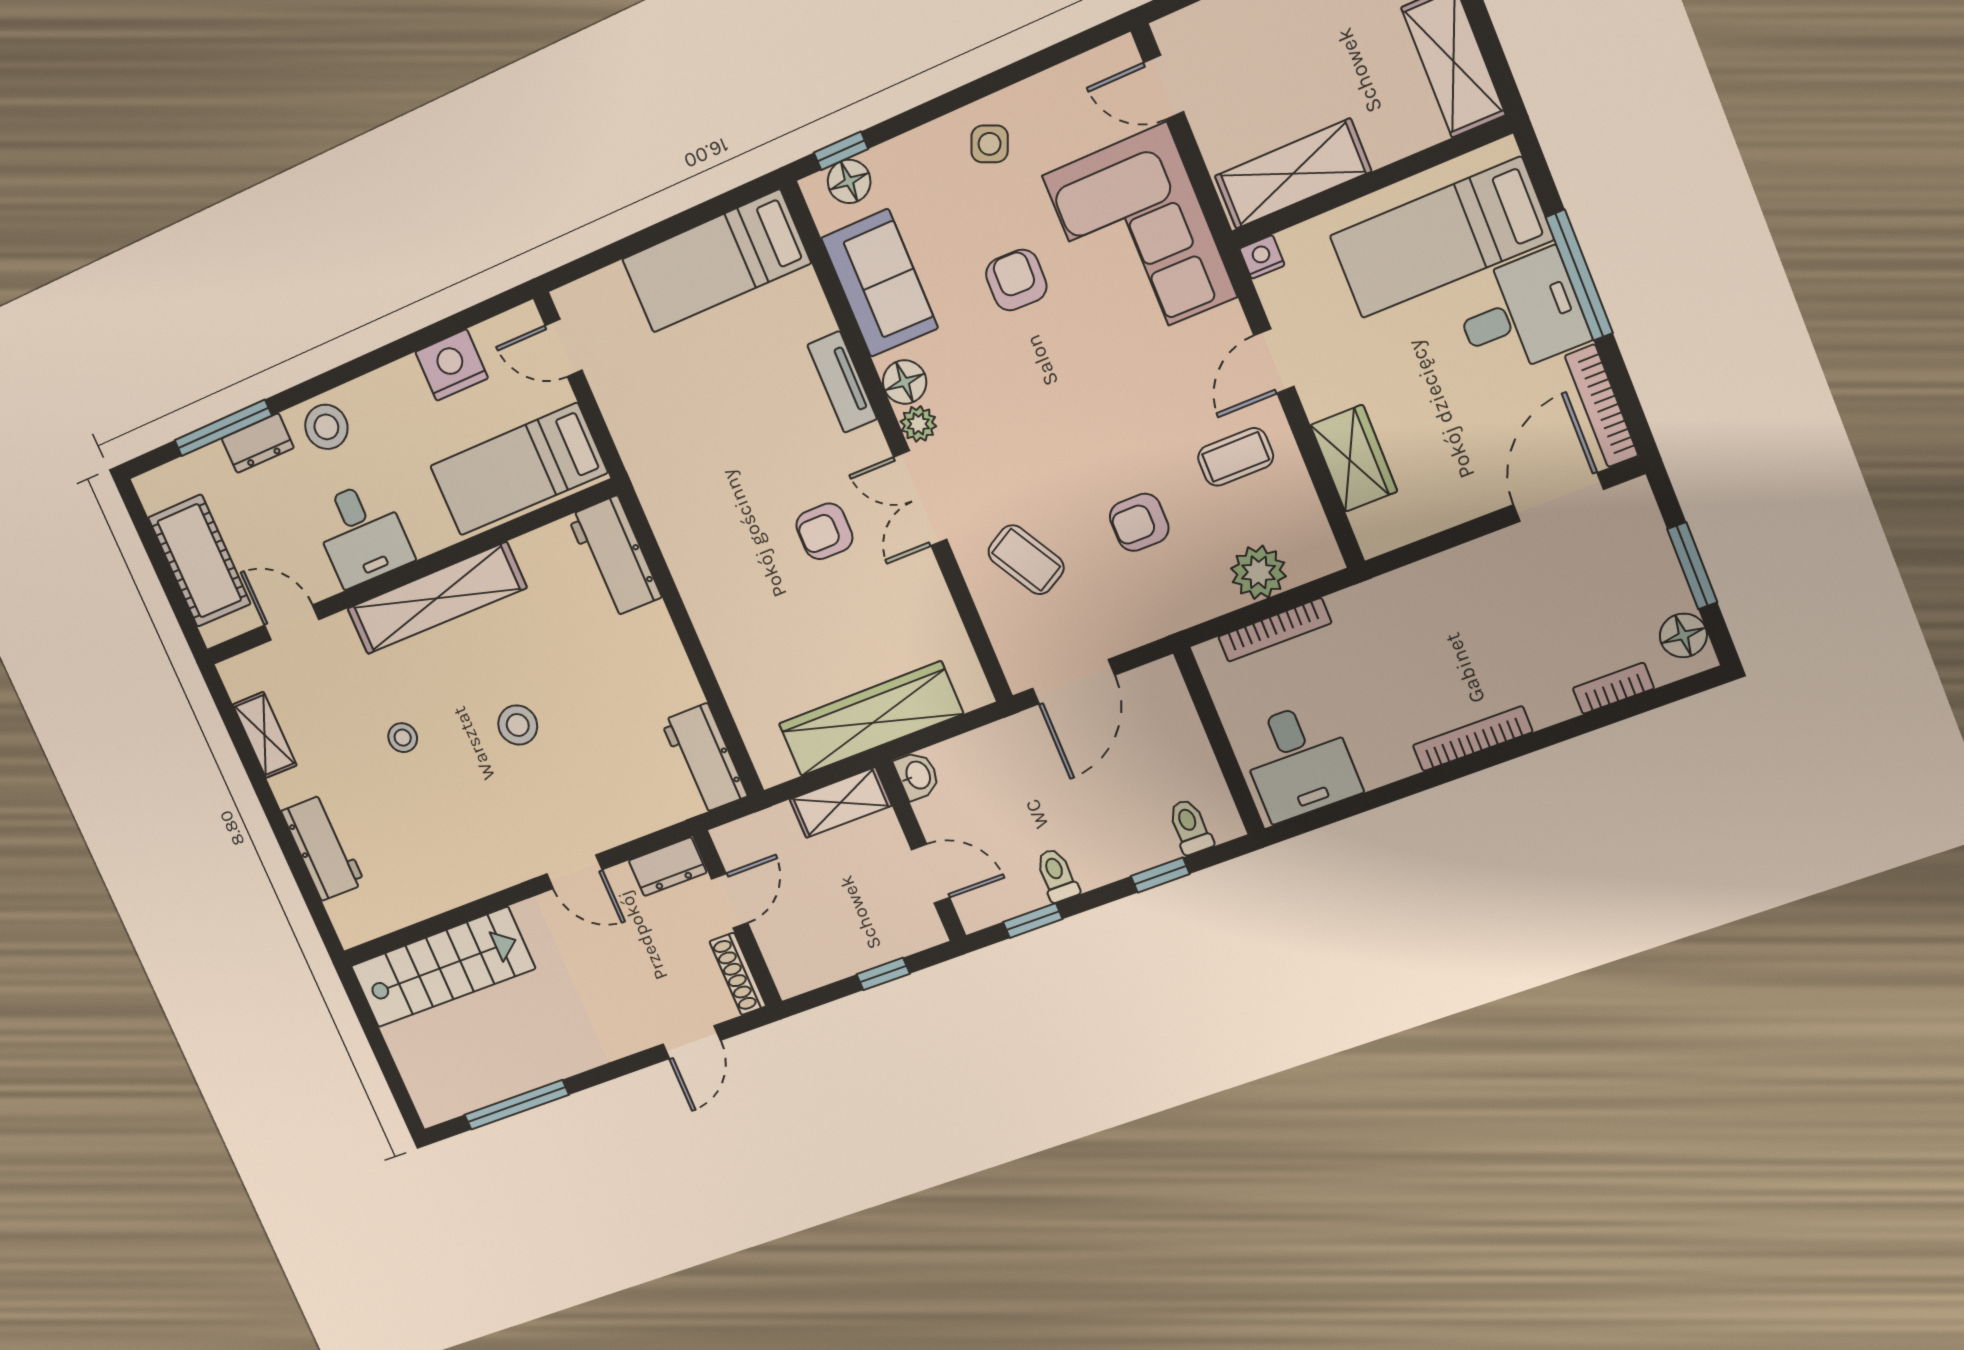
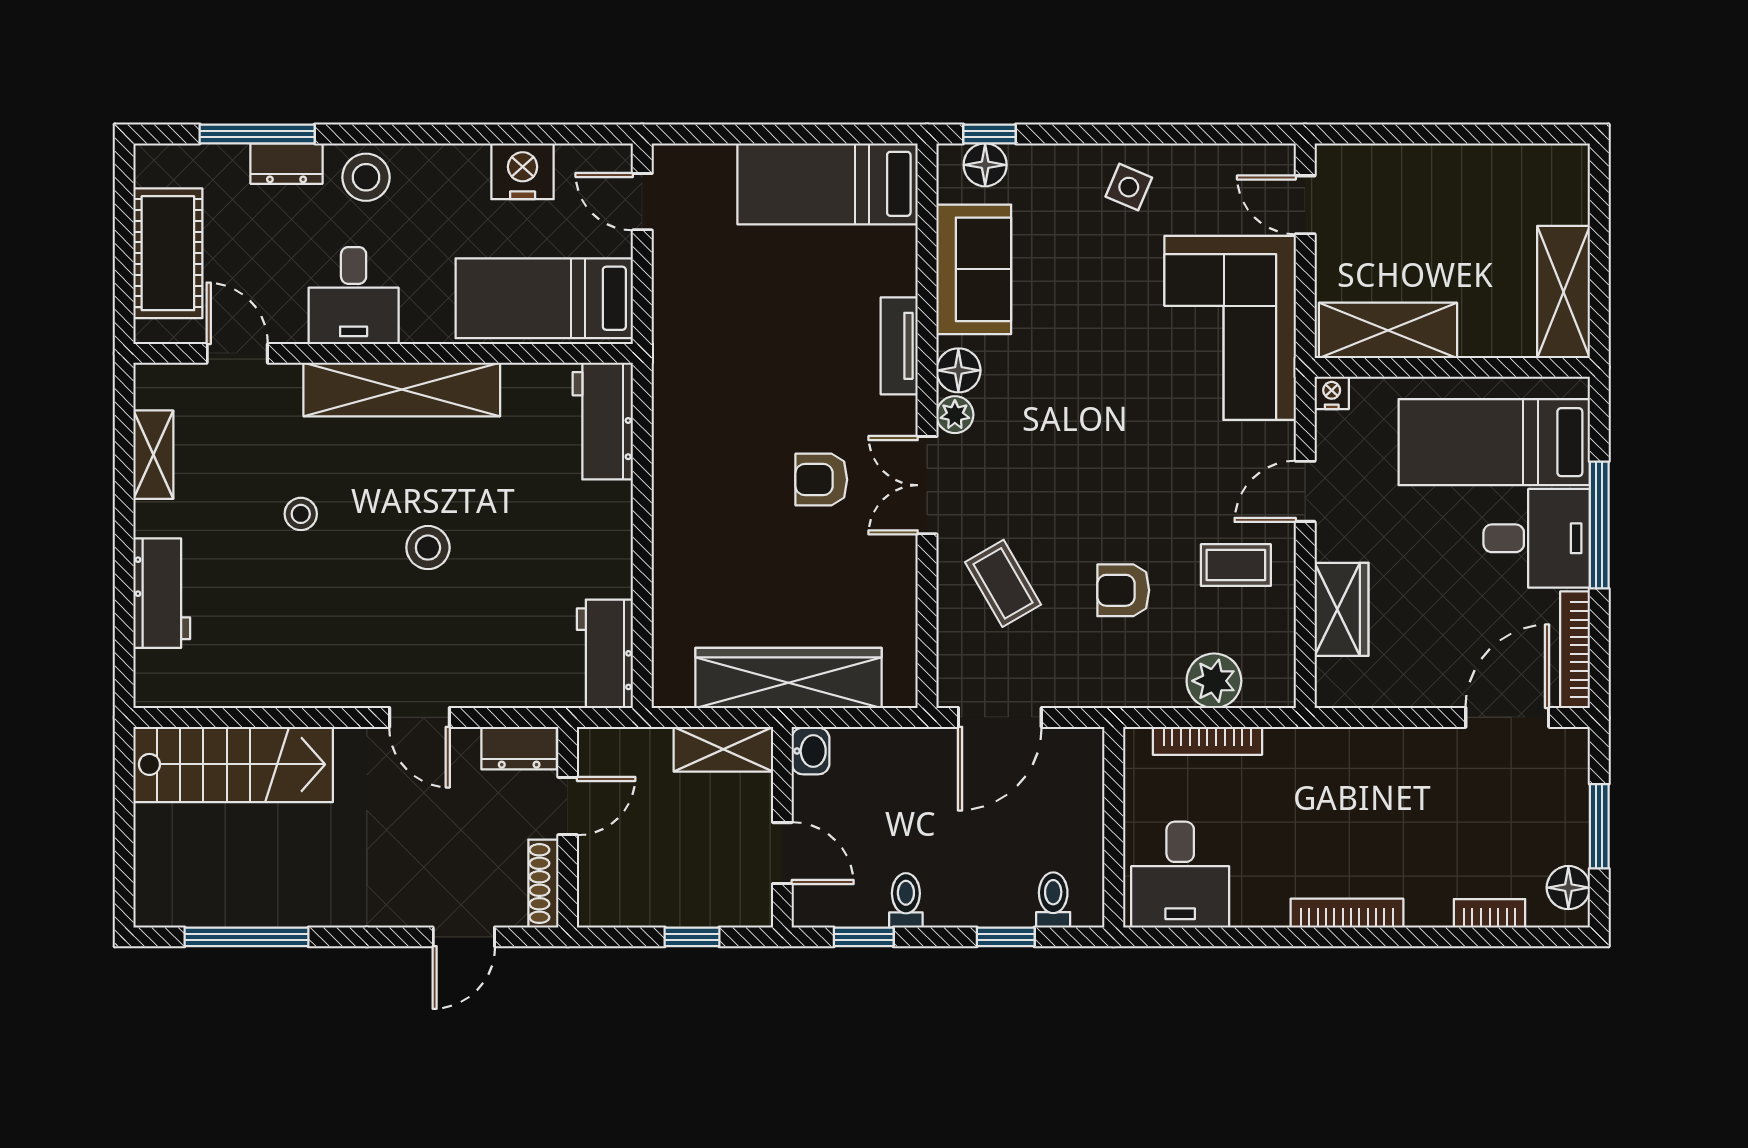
armchair: (1016, 280) -> (1102, 320), removed

